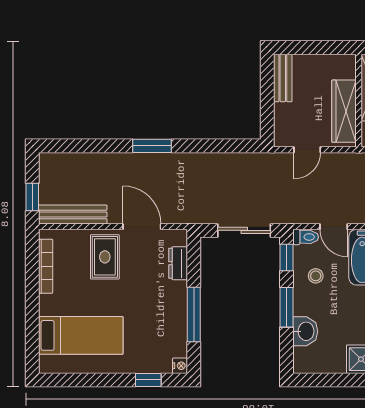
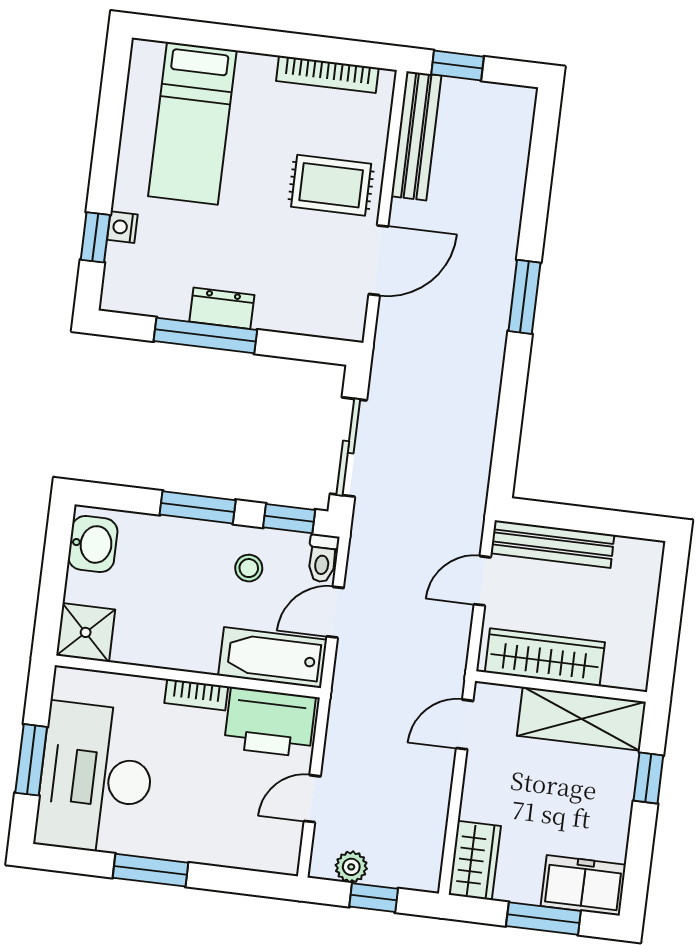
bench: (283, 78) -> (552, 544), moved, width x1.36
door: (307, 150) -> (482, 581), hinge flipped
dresser: (178, 263) -> (222, 308), moved
washbasin: (305, 331) -> (93, 544), moved, turned -90
nightstand: (180, 366) -> (122, 227), moved, turned 90

